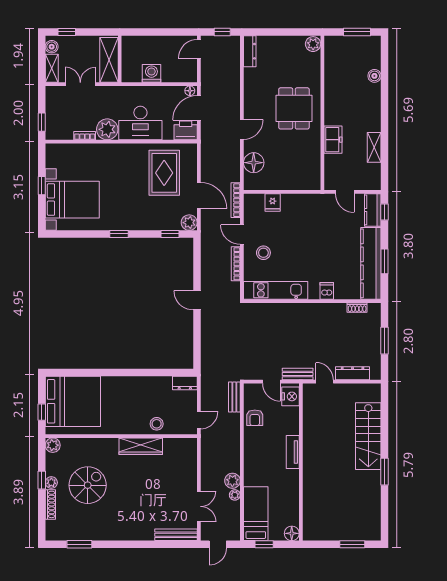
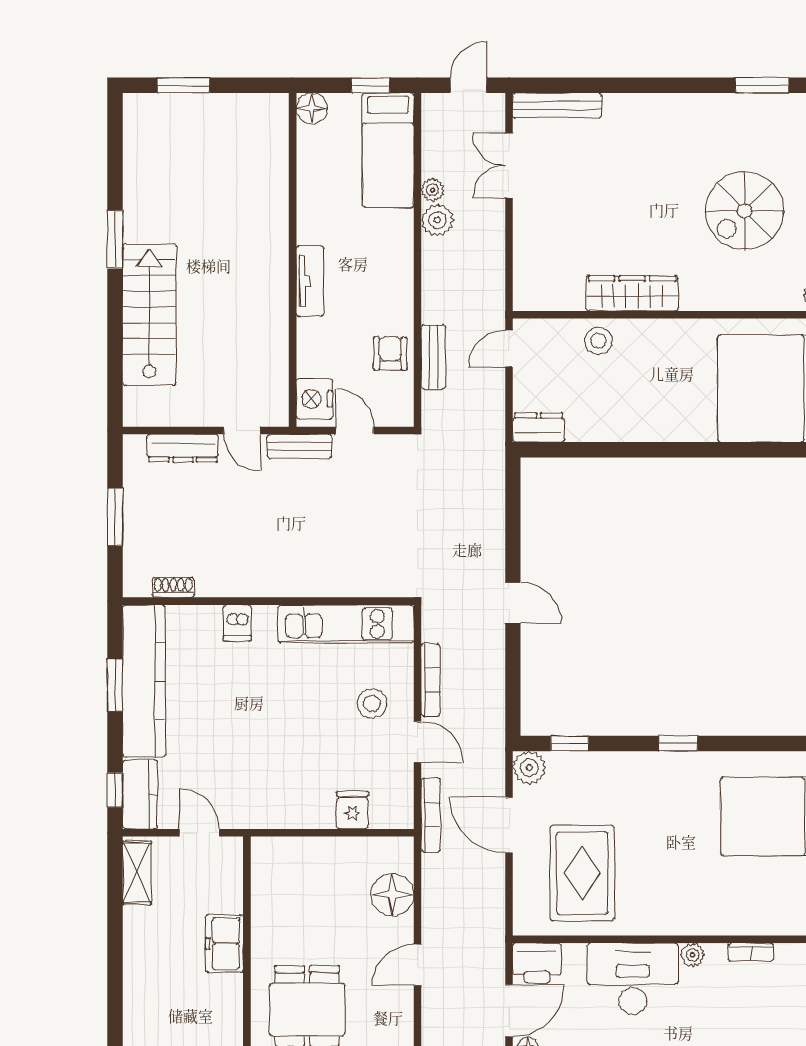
plant: (107, 129) -> (693, 955), width x0.53, depth x0.53
shelving: (374, 147) -> (137, 873), moved
bench: (234, 397) -> (433, 357), moved

